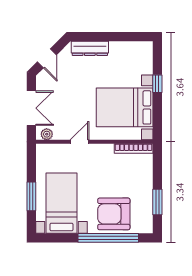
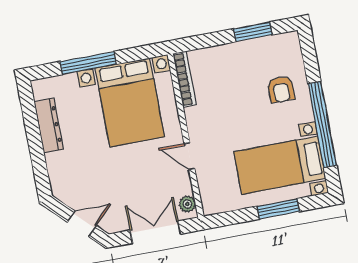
dresser: (90, 48) -> (49, 126), moved
window: (157, 84) -> (88, 63), width x2.17
armchair: (114, 214) -> (281, 89), width x0.53, depth x0.53
window: (108, 238) -> (322, 124), moved

